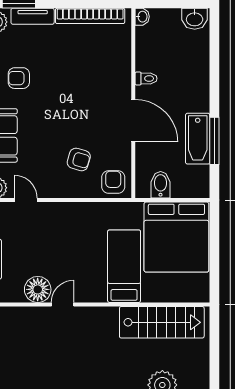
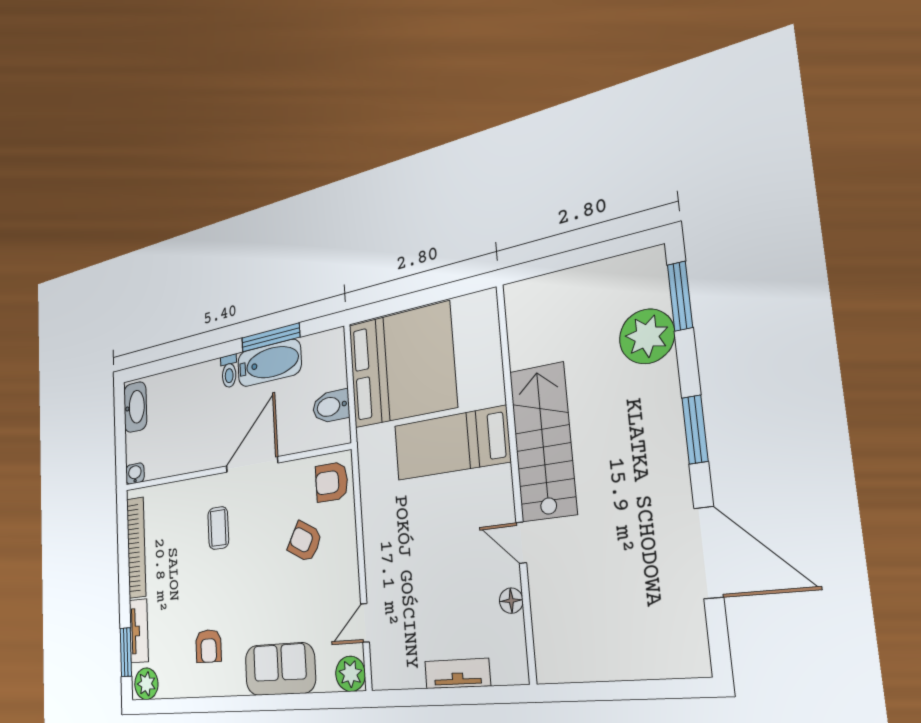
washbasin: (195, 19) -> (135, 407), width x1.38
toilet: (146, 78) -> (229, 371), moved, turned 180
coffee table: (95, 90) -> (218, 528), added
armchair: (79, 159) -> (305, 542), turned -77
floor lamp: (38, 289) -> (511, 601), width x0.53, depth x0.53
stairs: (162, 322) -> (543, 442), moved

